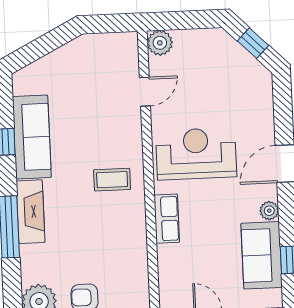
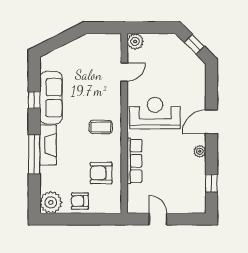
row of seats: (167, 219) -> (134, 161), width x1.48
armchair: (116, 252) -> (101, 173), added
sofa: (262, 255) -> (194, 179), removed

